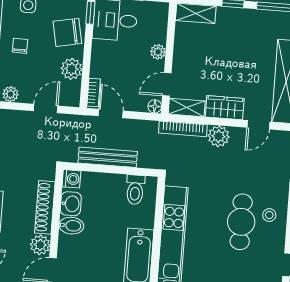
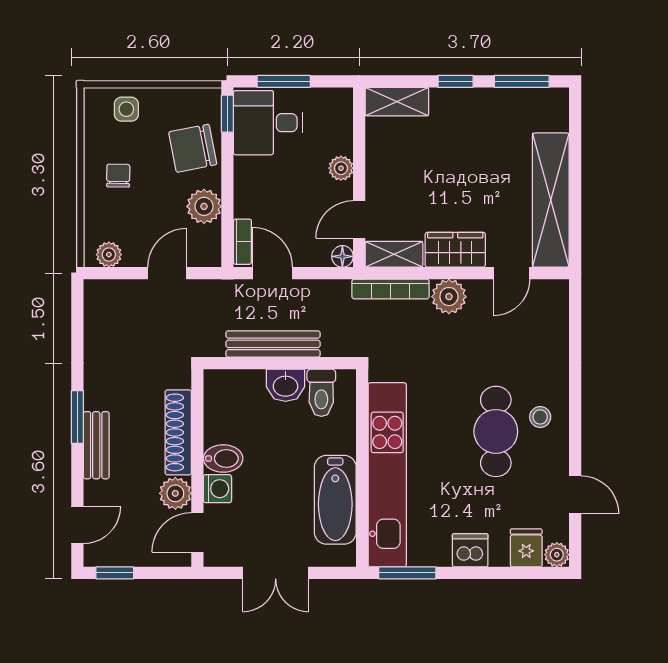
washing machine: (71, 179) -> (217, 489), moved
washbasin: (71, 204) -> (285, 385), moved, turned 90

